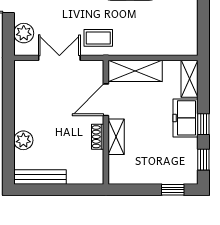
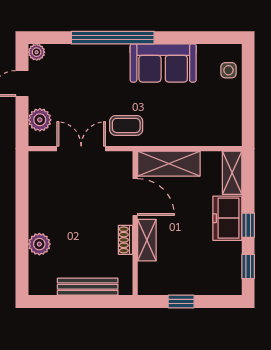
door: (106, 100) -> (135, 197), swing flipped
bench: (40, 177) -> (88, 287), moved
window: (173, 190) -> (181, 301), moved

